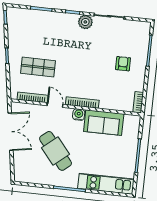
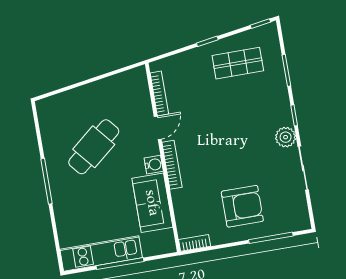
armchair: (123, 64) -> (242, 206), width x1.88, depth x1.88
shop shelf: (38, 67) -> (238, 63), moved, turned 90
double door: (11, 132) -> (103, 76), removed
kitchen unit: (106, 184) -> (101, 254), moved, turned -90

